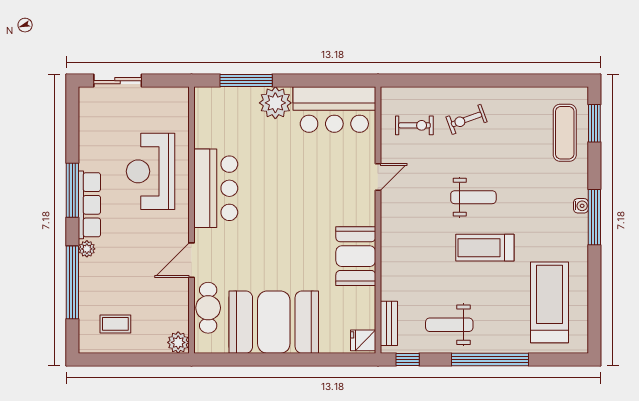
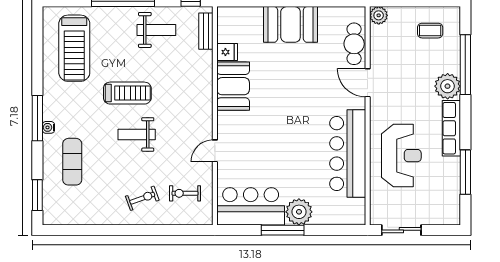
sliding door: (118, 81) -> (401, 230), moved
window: (246, 81) -> (283, 230), moved
exercise mat: (565, 133) -> (72, 162), moved
bar counter: (216, 188) -> (348, 153), width x1.36
window: (72, 190) -> (465, 172), moved
plant: (87, 249) -> (448, 86), width x1.87, depth x1.87
door: (192, 260) -> (368, 83), swing flipped
booth: (274, 322) -> (291, 24), width x0.73, depth x0.70
fridge: (363, 340) -> (227, 52), moved

